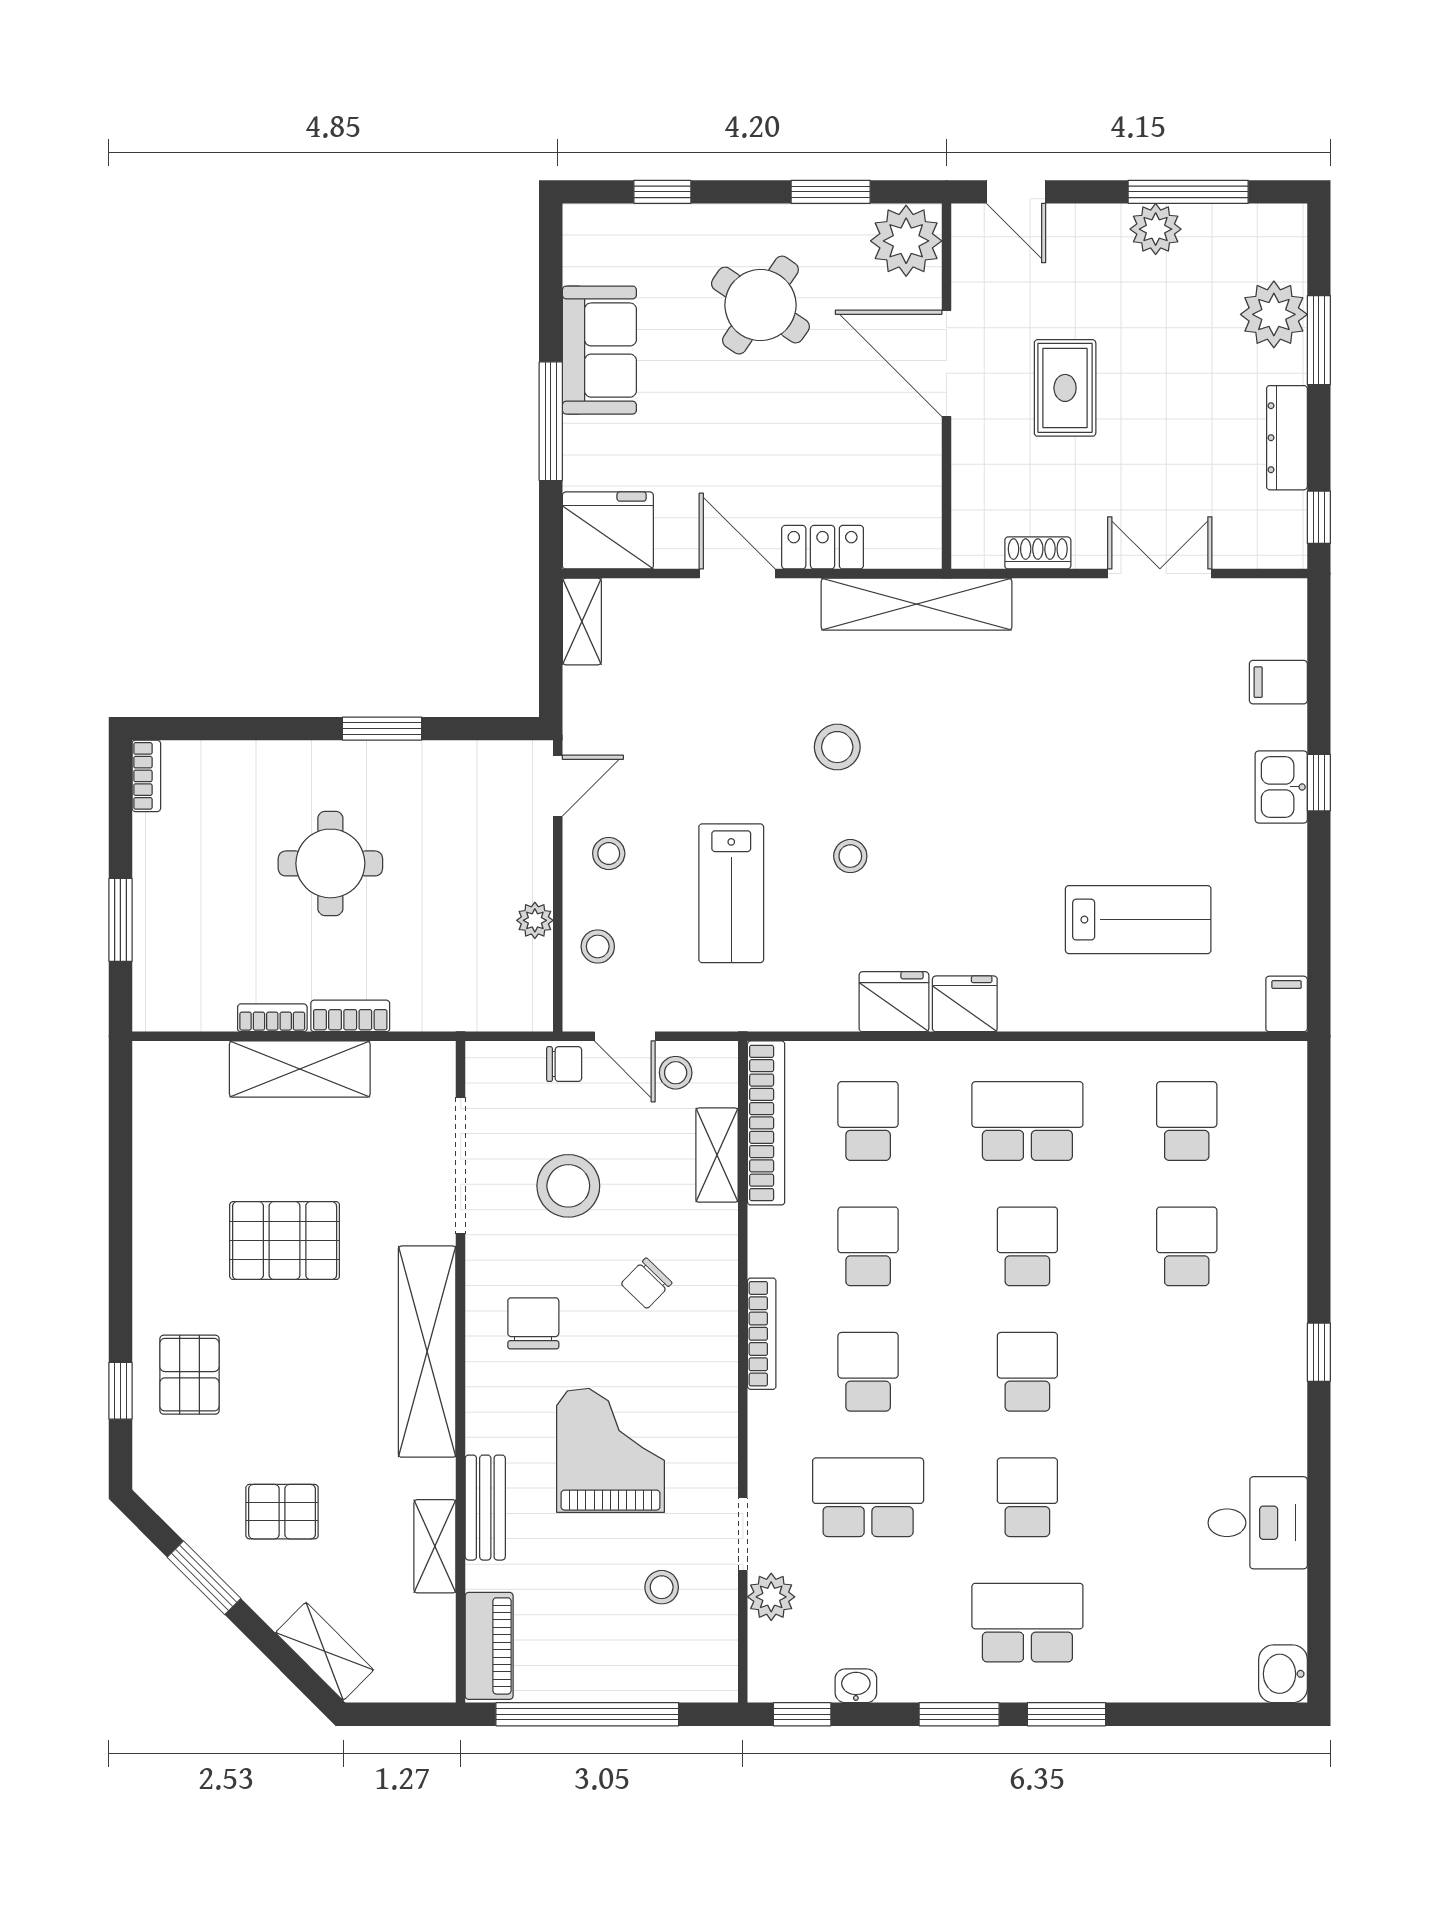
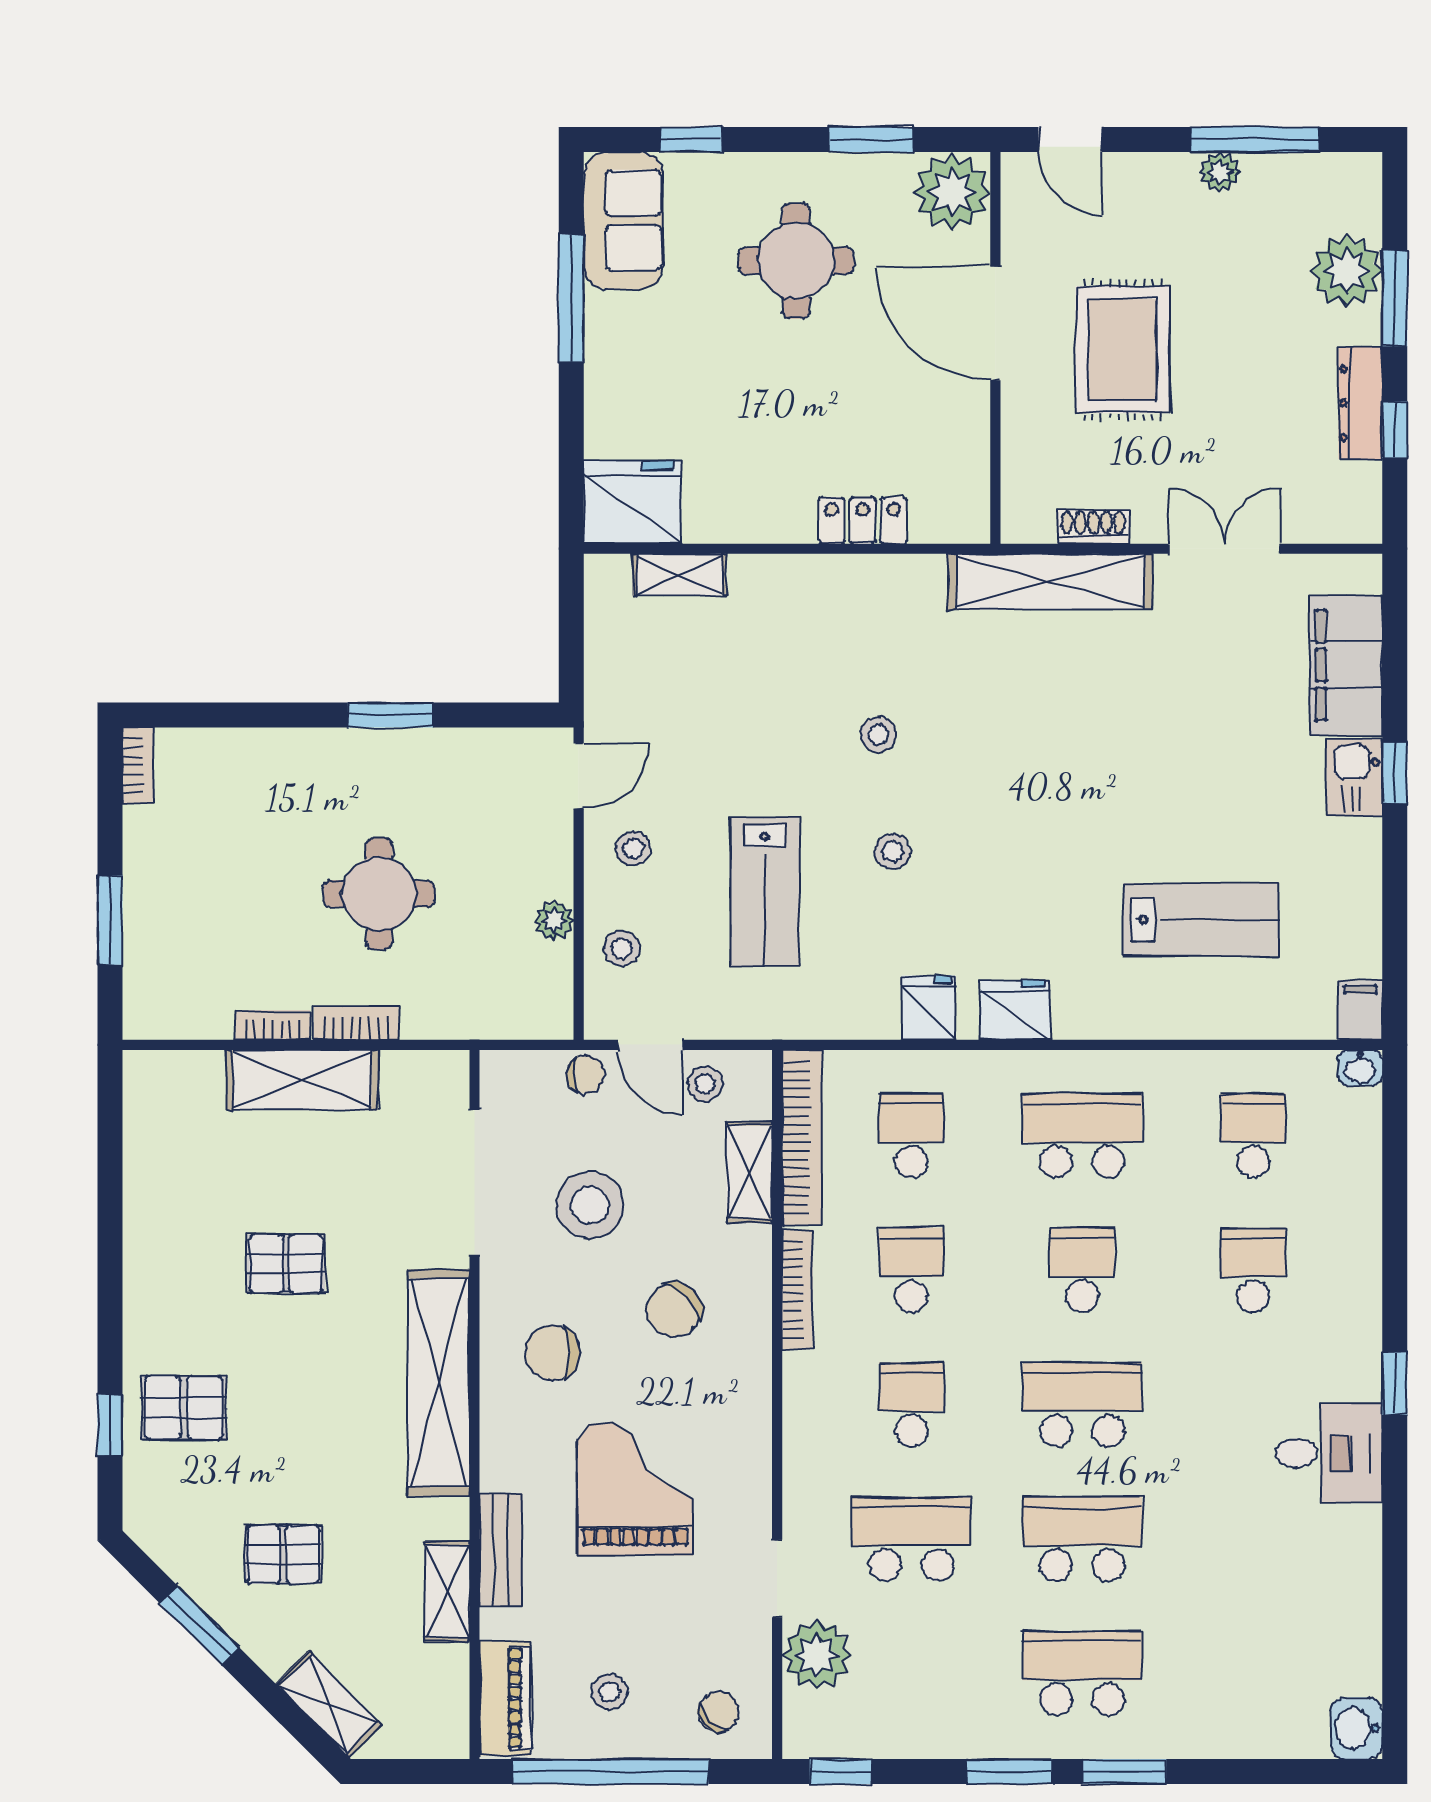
plant: (1156, 229) -> (1220, 172), width x0.73, depth x0.73
round table: (760, 305) -> (796, 261), turned -34
sofa: (599, 350) -> (623, 220), moved
rug: (1065, 388) -> (1123, 350), width x1.36, depth x1.43
window: (551, 421) -> (571, 298), moved
window: (1319, 517) -> (1395, 430), moved
door: (737, 574) -> (771, 549), removed
shelving: (917, 604) -> (1050, 582), moved
shelving: (582, 622) -> (679, 575), moved, turned 90
filing cabinet: (1278, 682) -> (1346, 665), width x3.00, depth x1.17
stool: (837, 747) -> (878, 735), width x0.73, depth x0.73
round table: (330, 863) -> (379, 894), moved
fridge: (894, 1002) -> (929, 1008), width x0.72
pallet: (285, 1241) -> (286, 1264), width x0.67, depth x0.71
chair: (647, 1283) -> (674, 1310), width x1.37, depth x1.37
chair: (533, 1323) -> (552, 1352), turned -90
bookcase: (762, 1334) -> (797, 1289), moved
school desk: (1027, 1372) -> (1082, 1404), width x1.85
pallet: (189, 1375) -> (184, 1408), turned 90
school desk: (1027, 1497) -> (1082, 1539), width x1.85
desk: (1258, 1523) -> (1329, 1453), moved
stool: (662, 1587) -> (609, 1692), moved
plant: (771, 1597) -> (817, 1655), width x1.36, depth x1.36
chair: (688, 1658) -> (719, 1711), added
washbasin: (856, 1686) -> (1360, 1068), moved, turned 180

